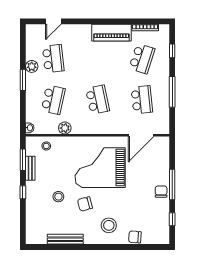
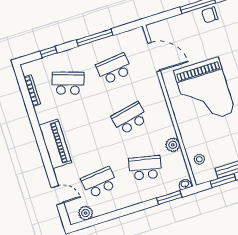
piano: (111, 33) -> (55, 144), moved
plant: (32, 66) -> (86, 213), moved
window: (23, 80) -> (169, 198), moved

